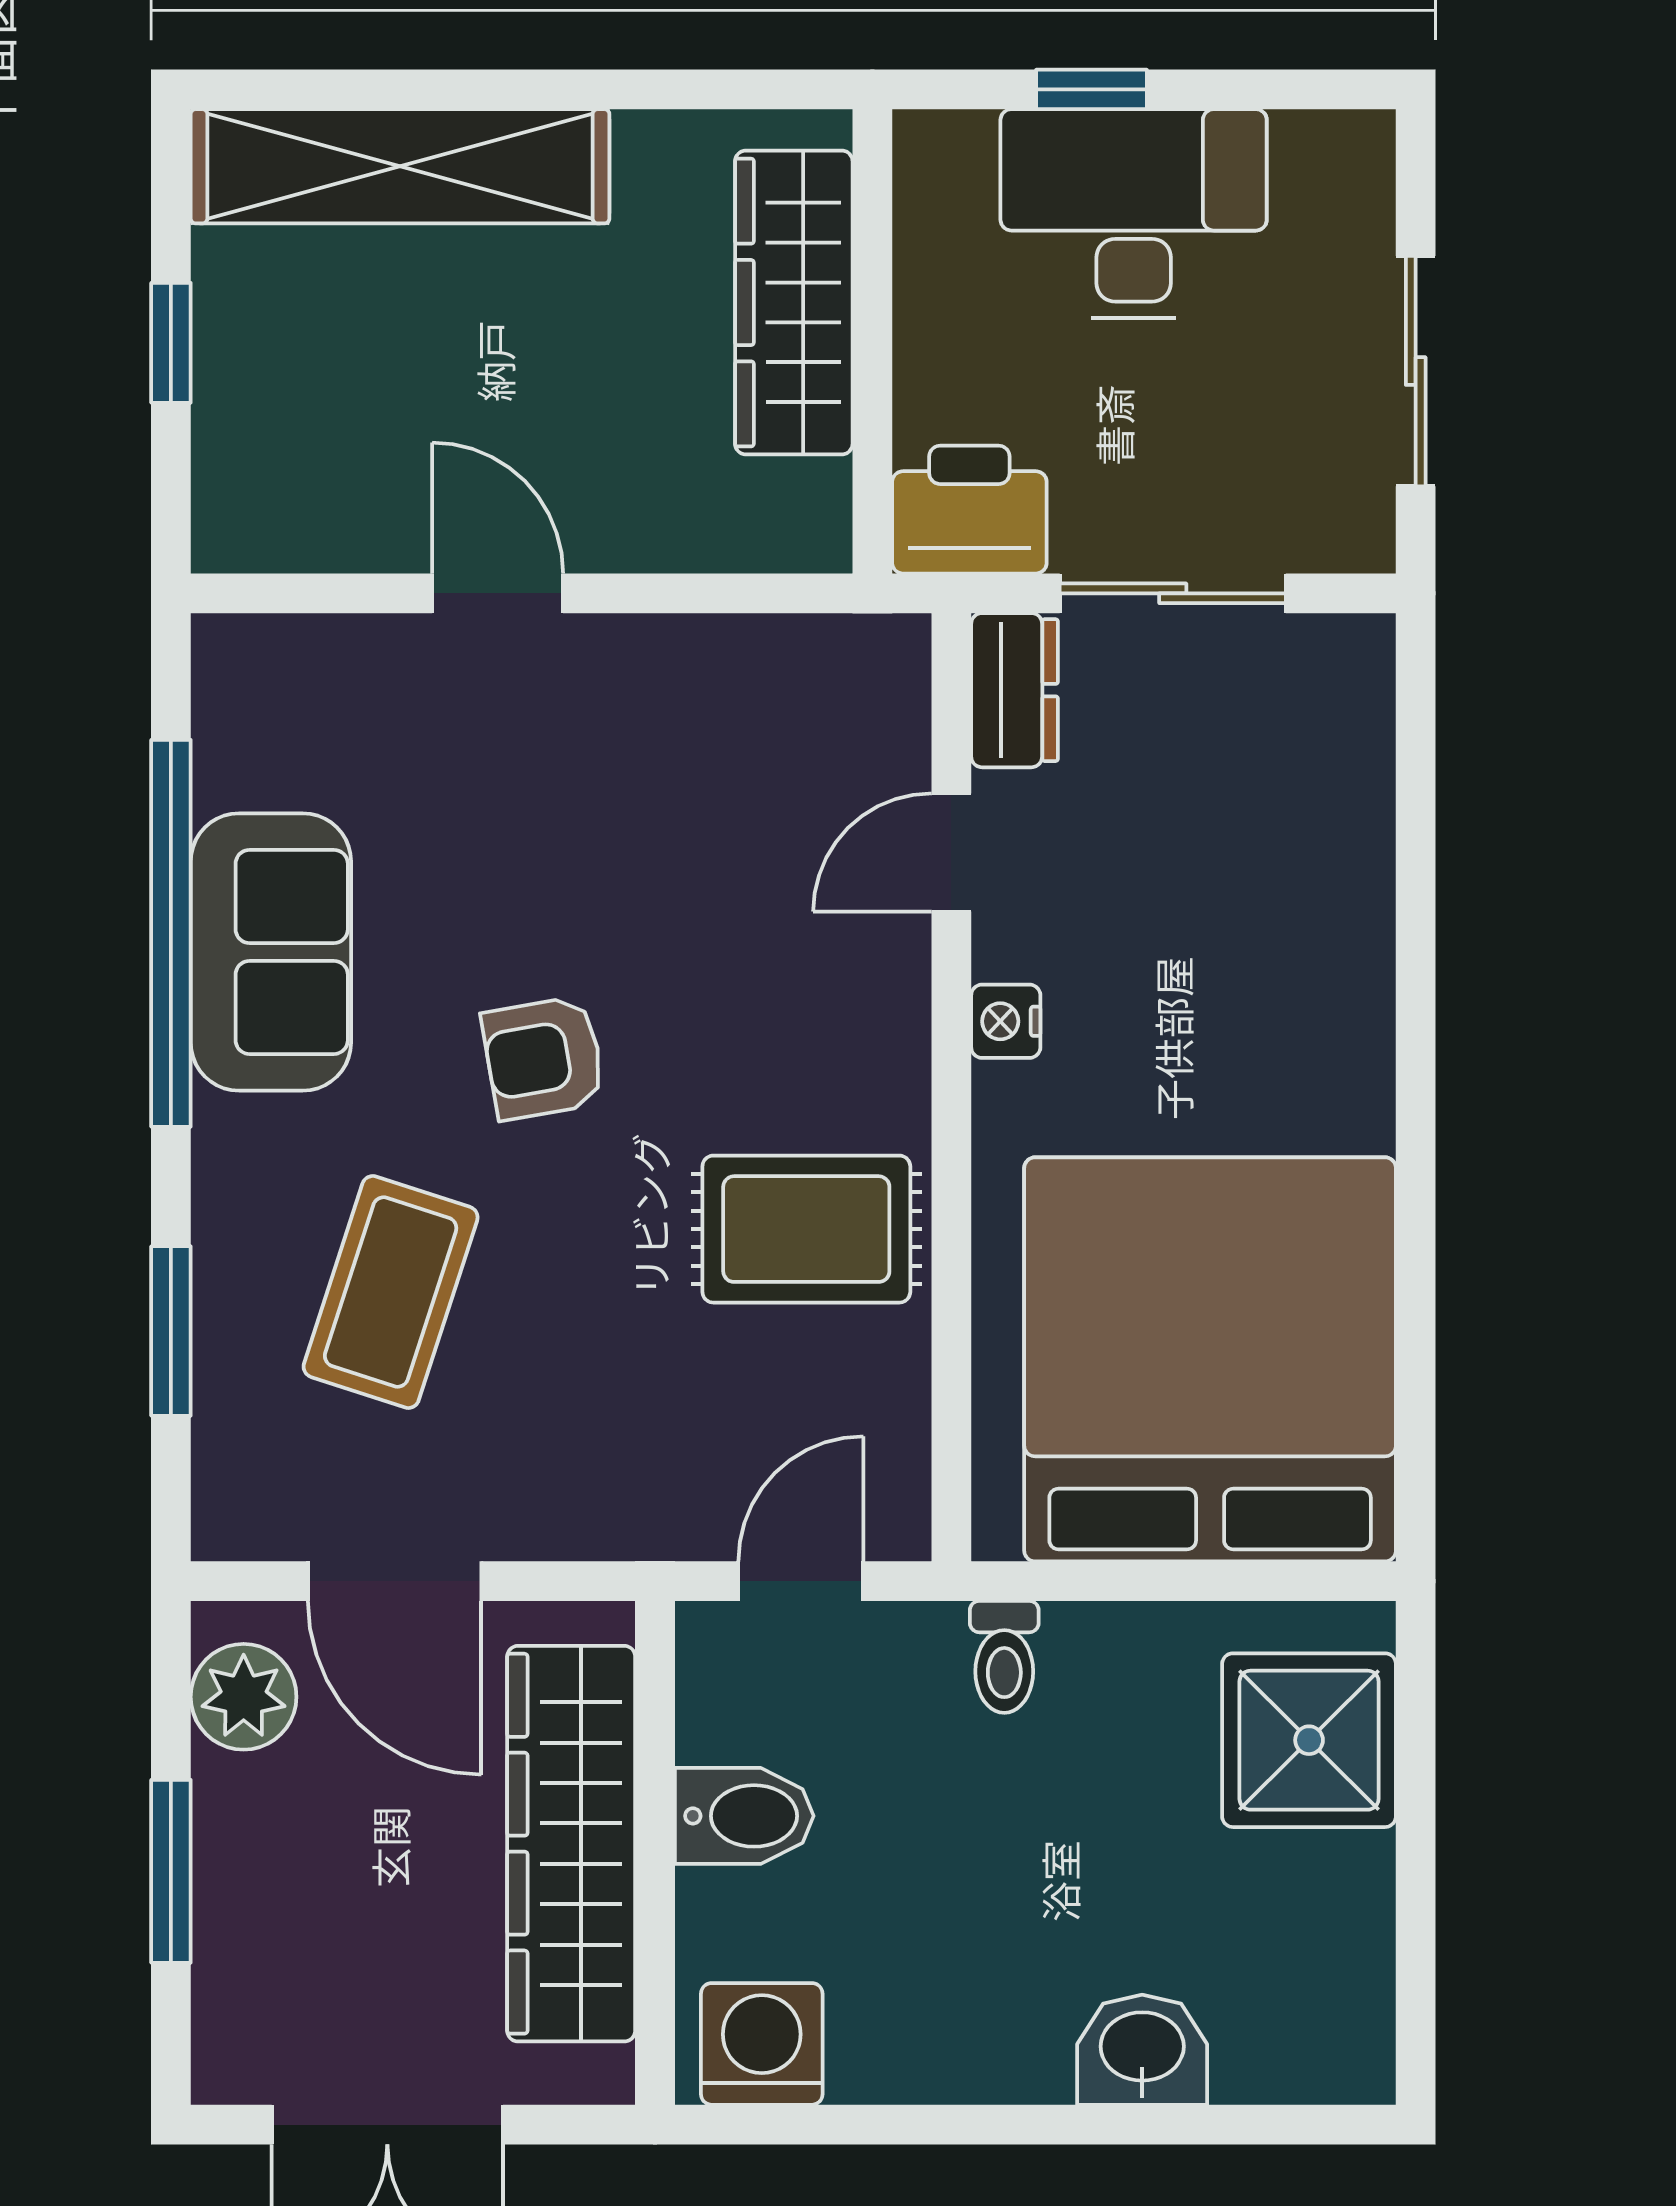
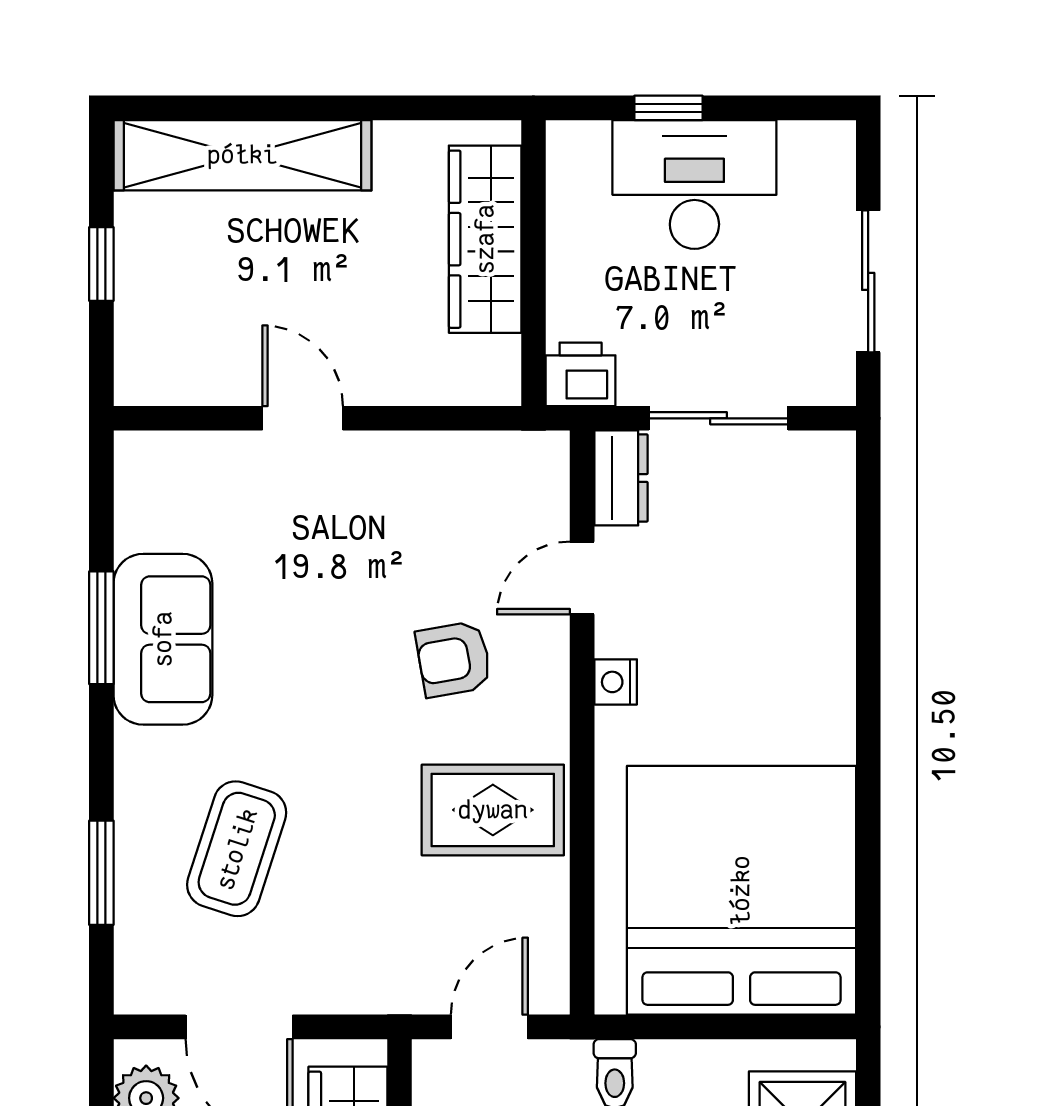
printer: (969, 510) -> (581, 374), width x0.73, depth x0.81
window: (171, 933) -> (101, 628), width x0.47
armchair: (544, 1058) -> (454, 659), moved

